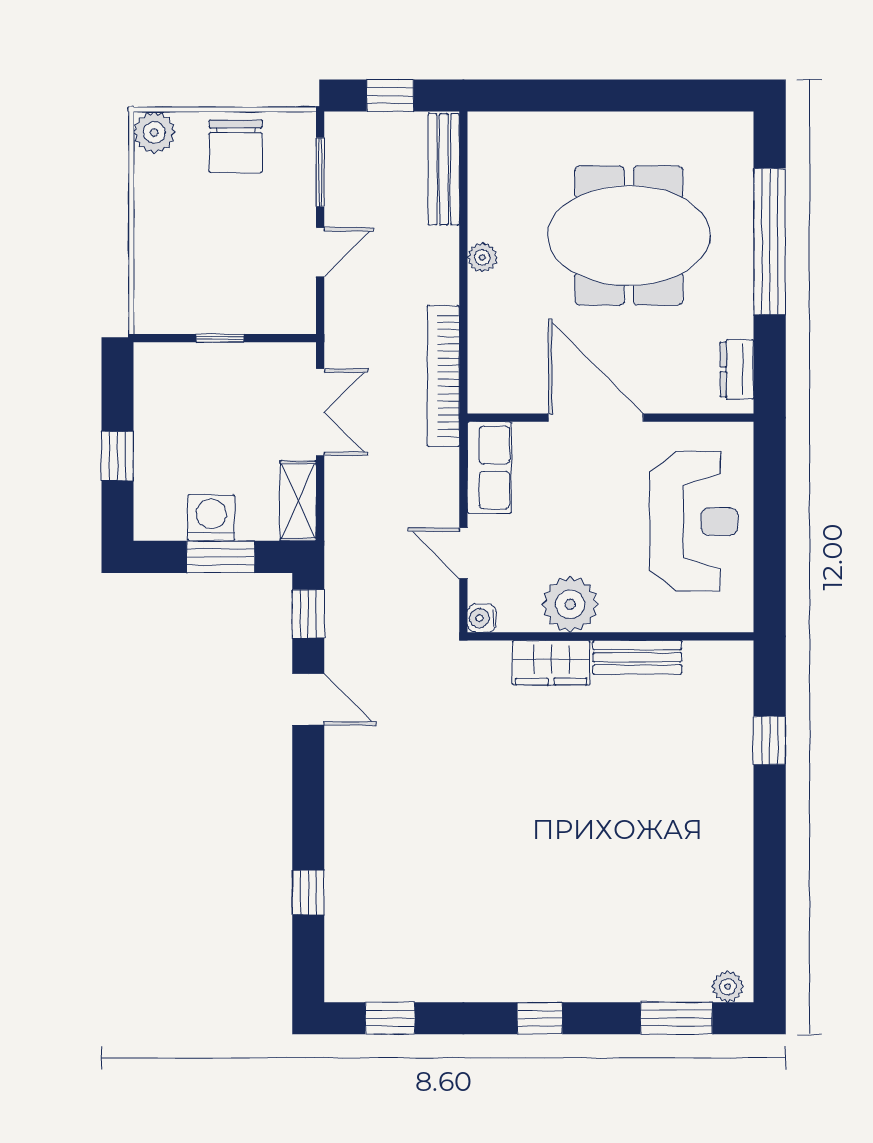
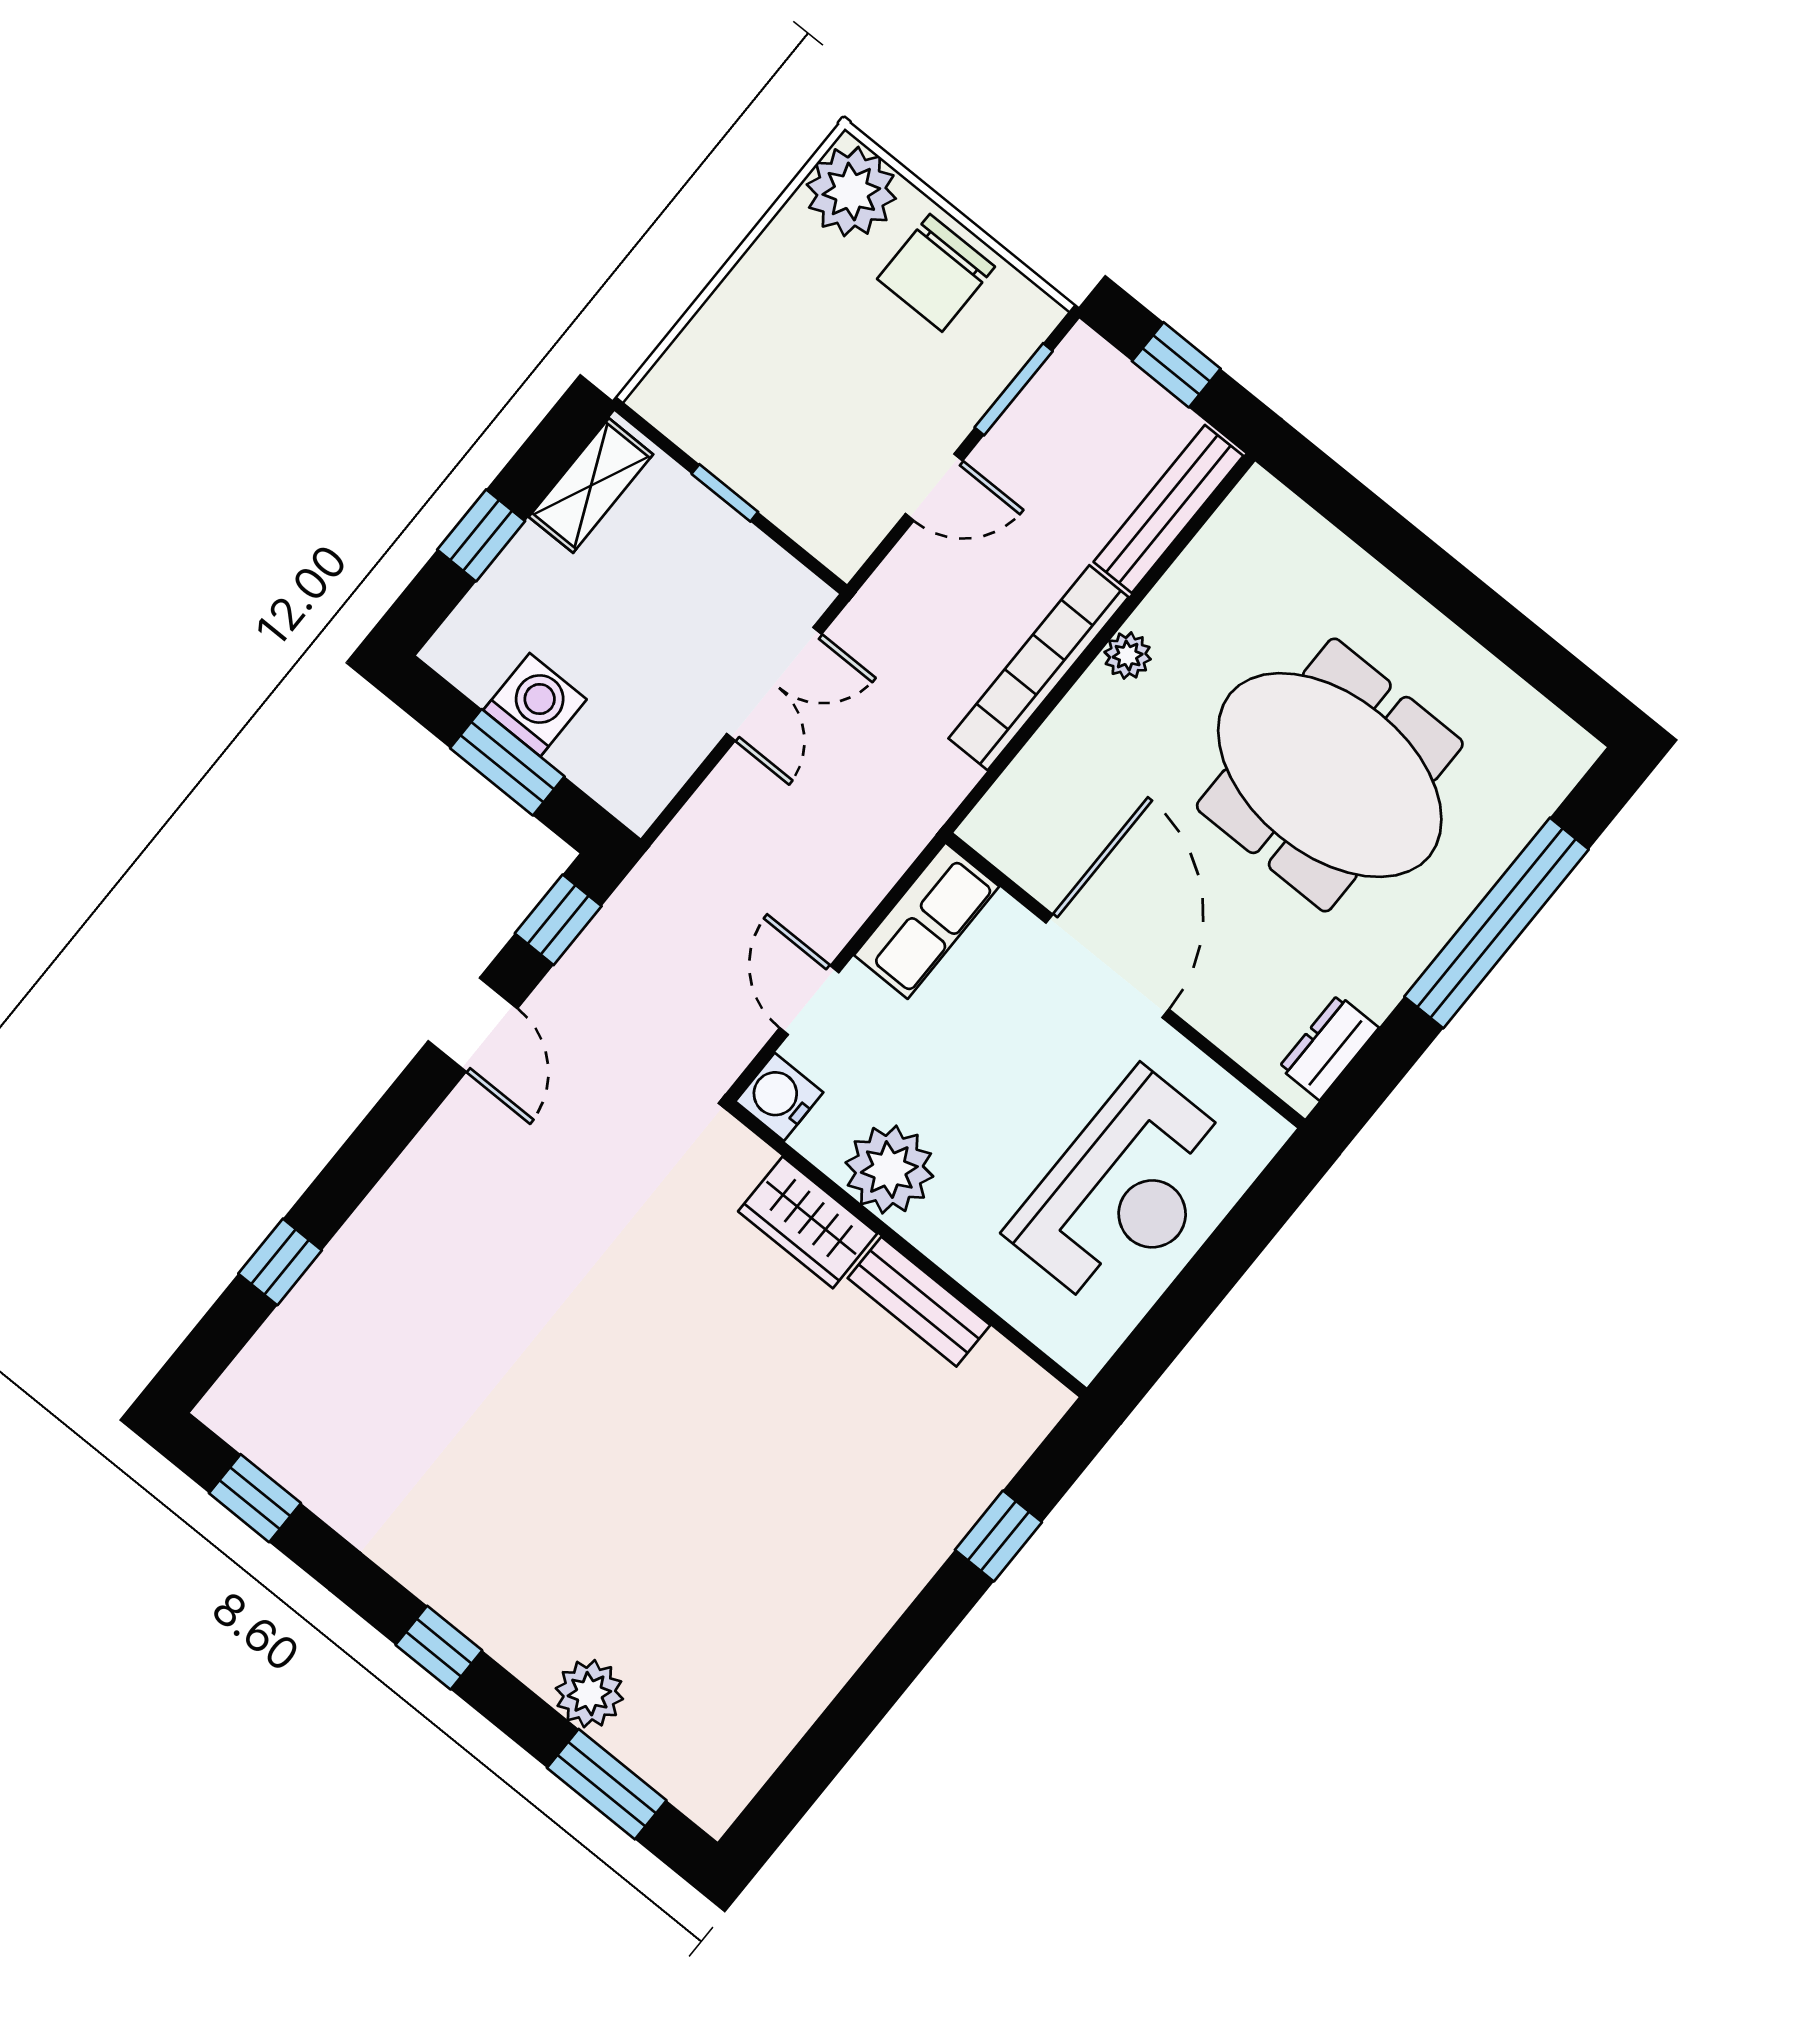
plant: (154, 132) -> (851, 191), width x1.36, depth x1.36
bookcase: (443, 376) -> (1039, 668), moved
shelving: (298, 501) -> (591, 486), moved
water cooler: (482, 618) -> (779, 1097), width x1.38, depth x1.38
plant: (728, 987) -> (589, 1694), moved, width x1.38, depth x1.38

